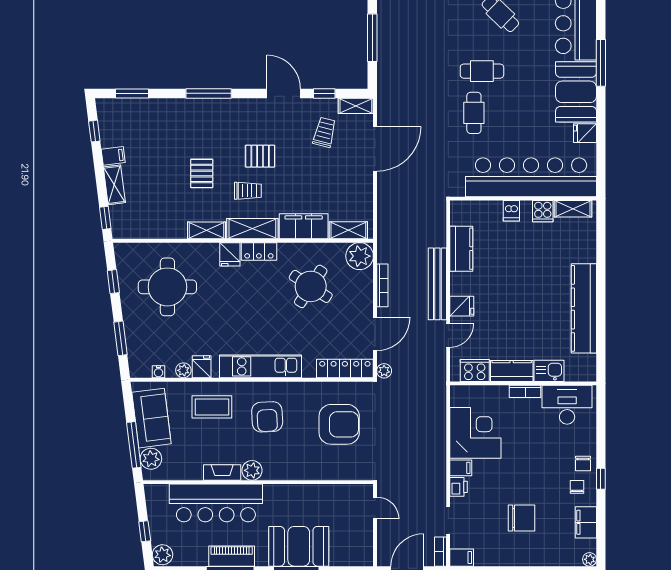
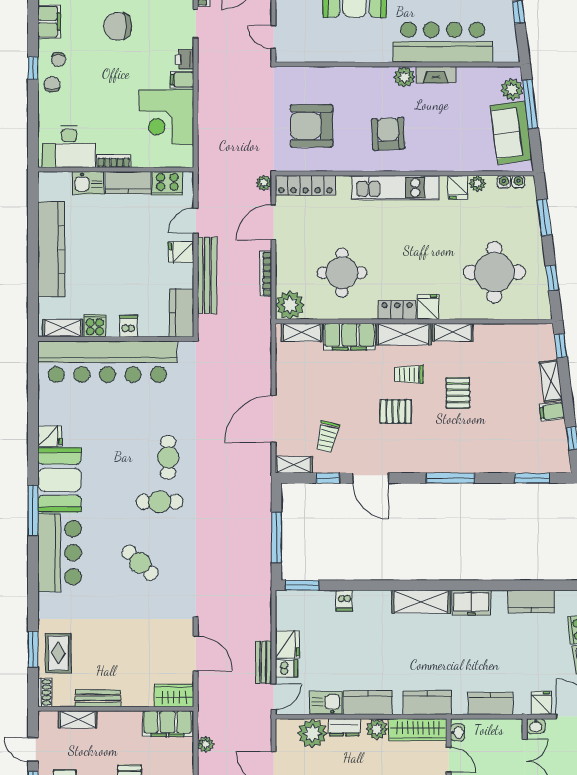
bar counter: (531, 177) -> (107, 362), moved
wall: (523, 199) -> (116, 339), moved
shelving: (573, 209) -> (63, 328), moved
dishwasher: (511, 211) -> (128, 326), moved
cooker: (543, 211) -> (95, 326), moved
round table: (311, 286) -> (342, 273), turned -33
water cooler: (145, 372) -> (518, 182), added
coffee table: (212, 407) -> (447, 145), removed

